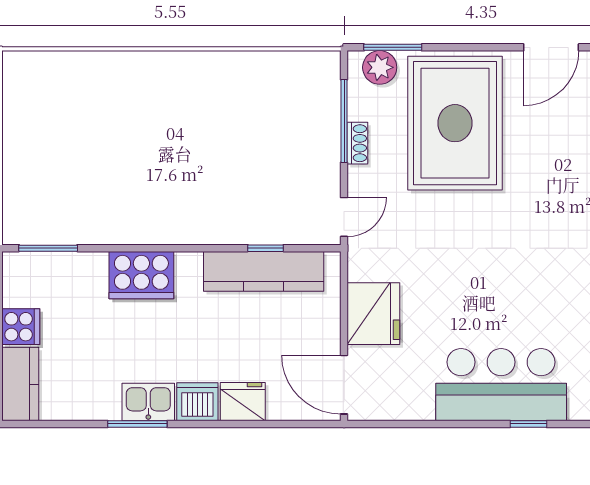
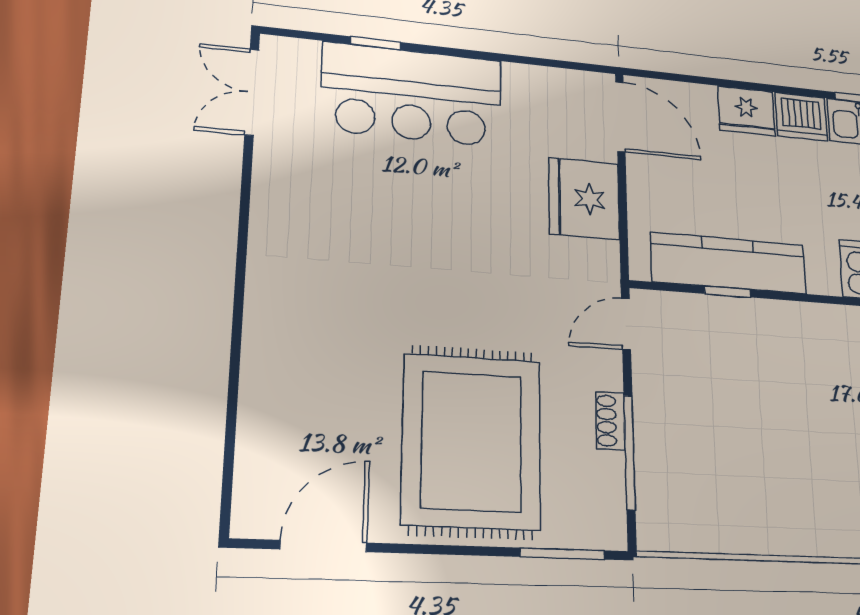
plant: (380, 67) -> (581, 525), removed

